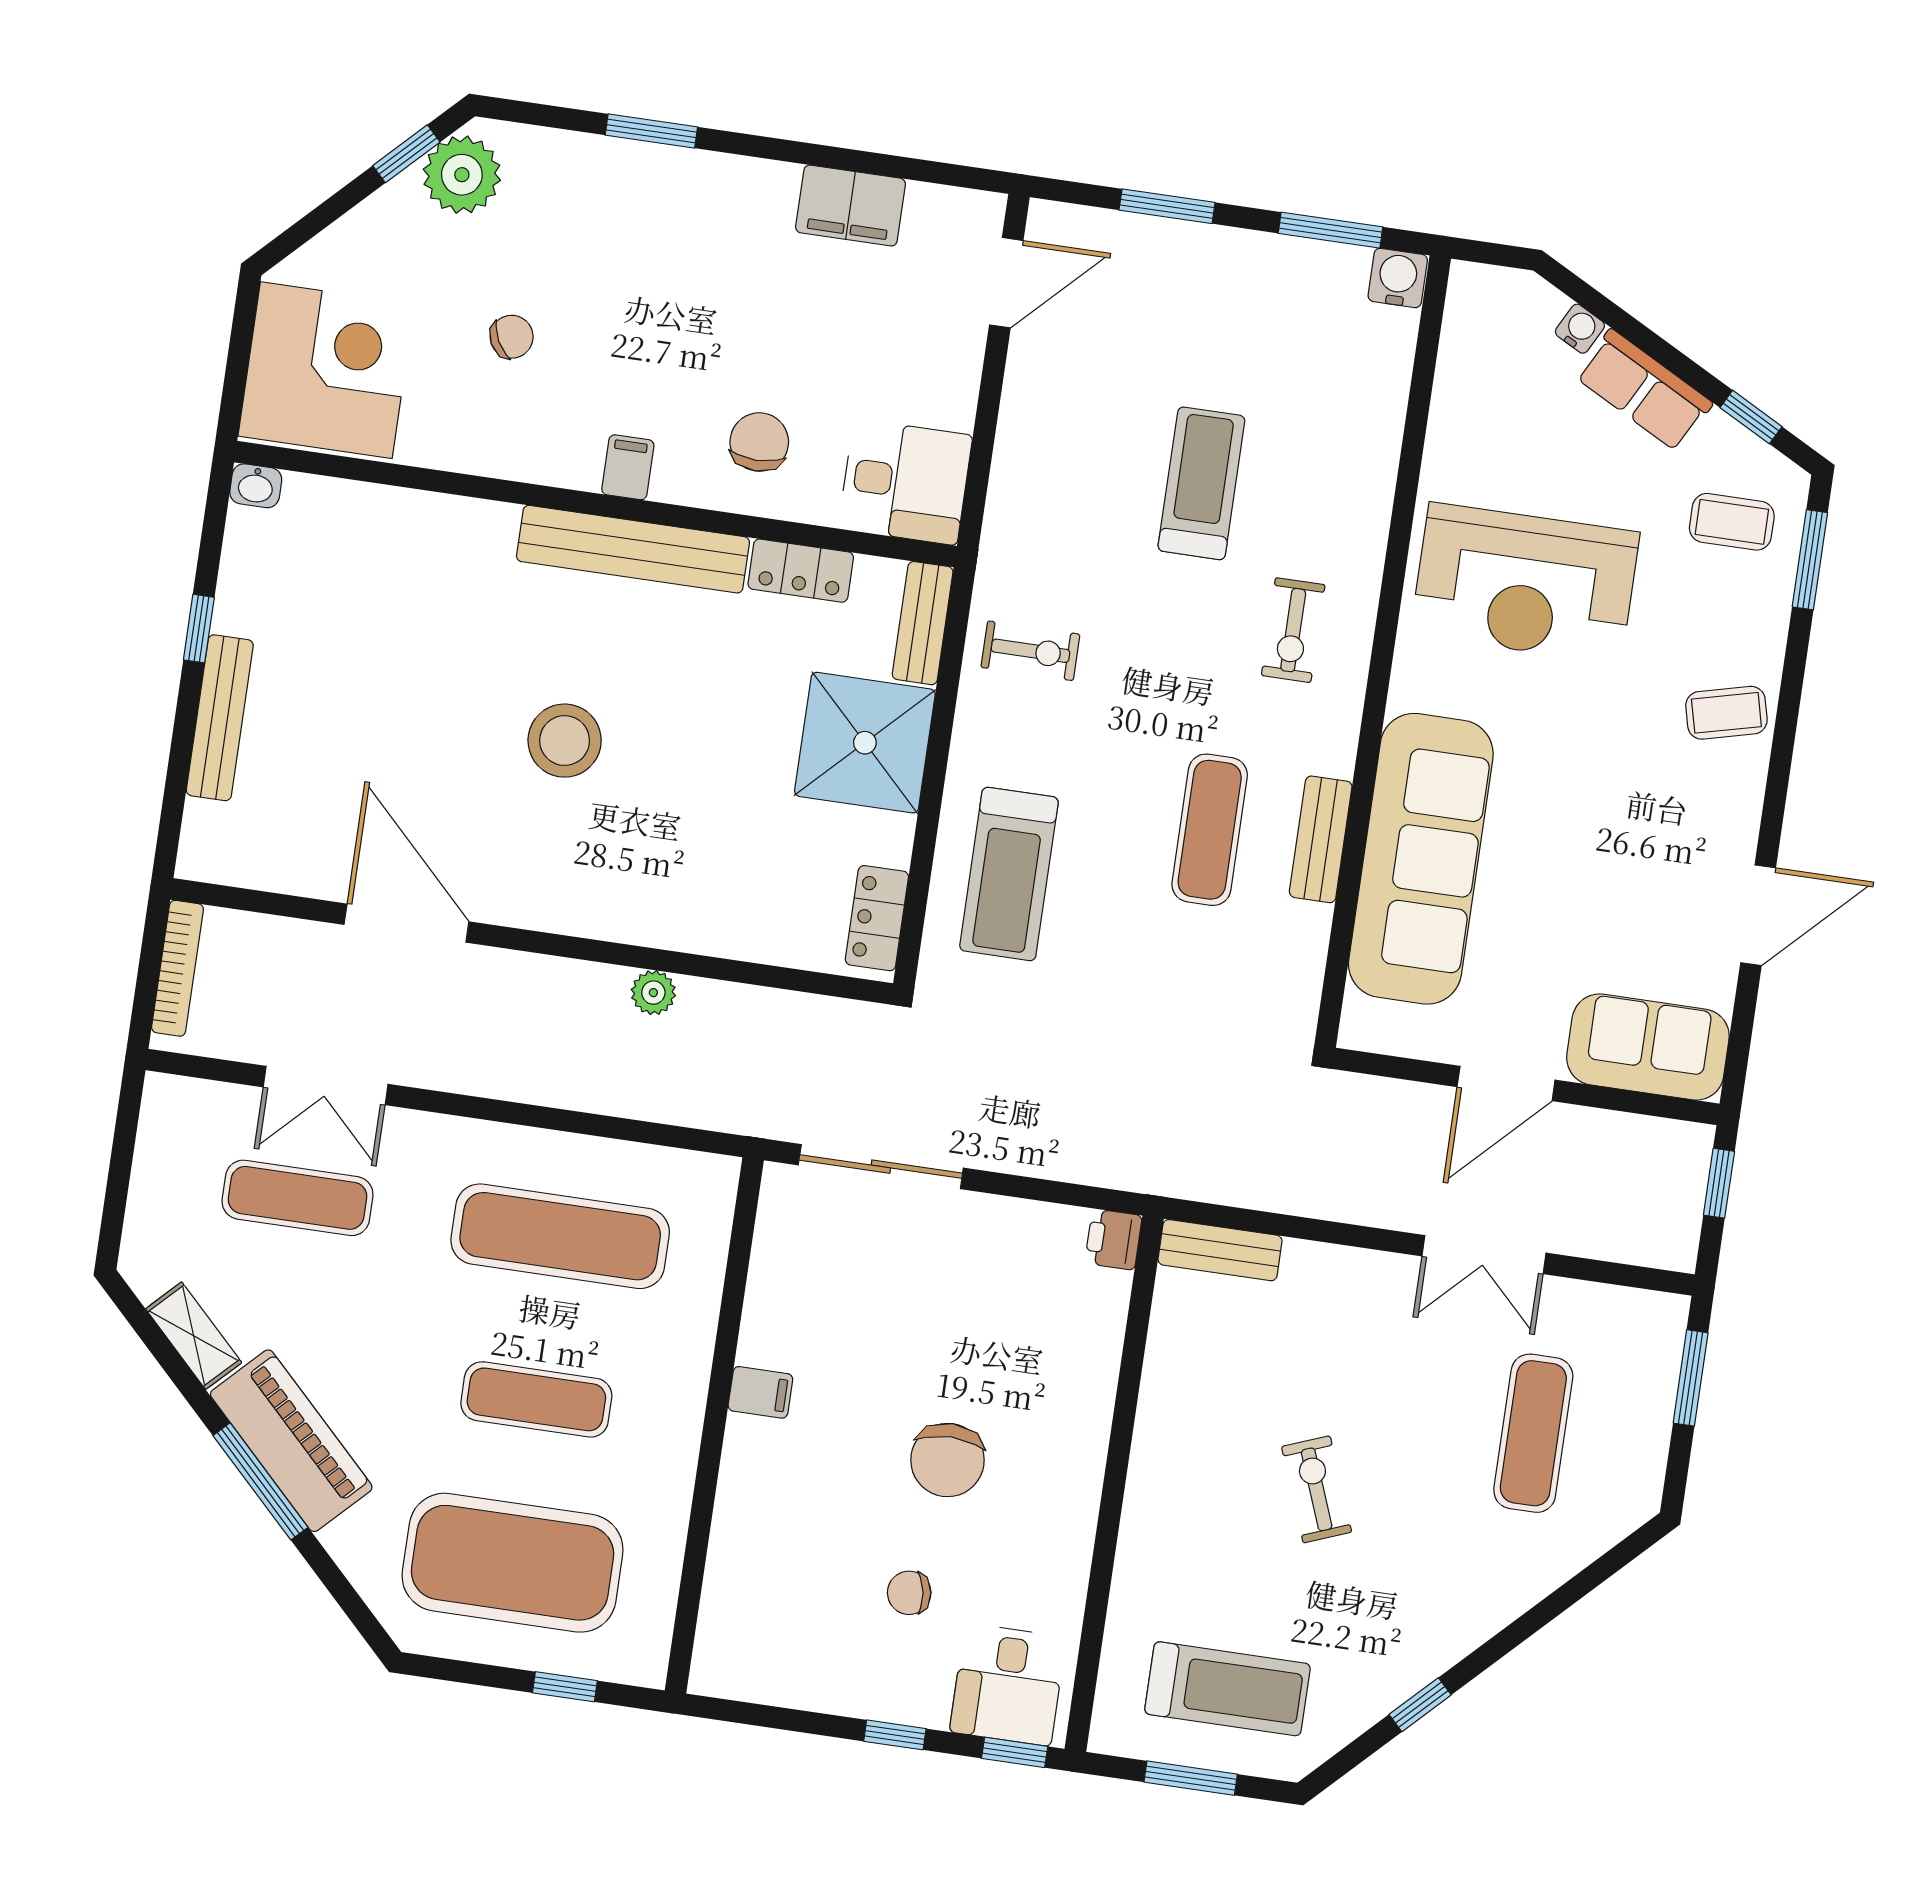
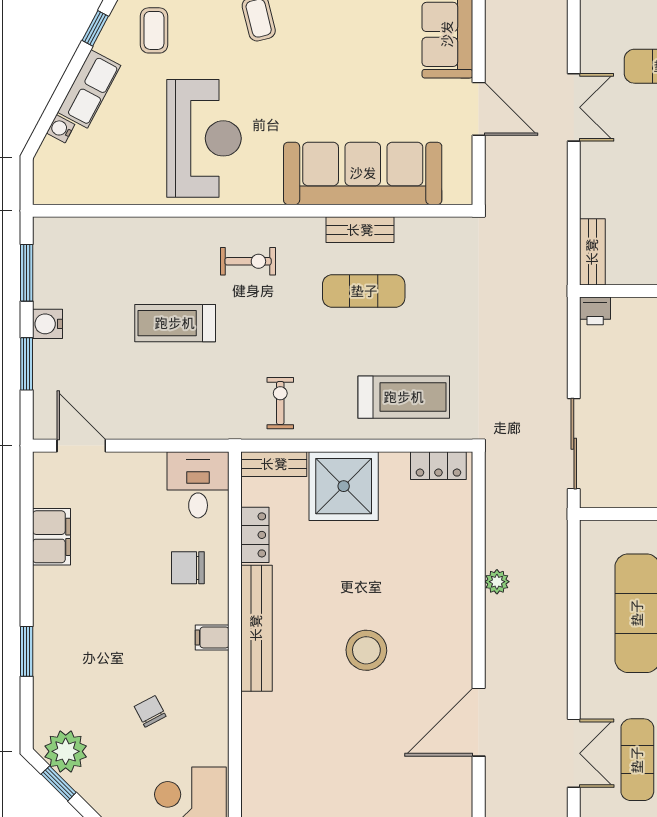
water cooler: (1398, 278) -> (47, 324), moved

